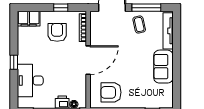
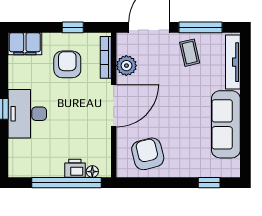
plant: (97, 33) -> (126, 66), added
sofa: (163, 67) -> (226, 124), width x1.36
desk: (30, 81) -> (27, 114), moved
armchair: (111, 92) -> (148, 154), turned 76

